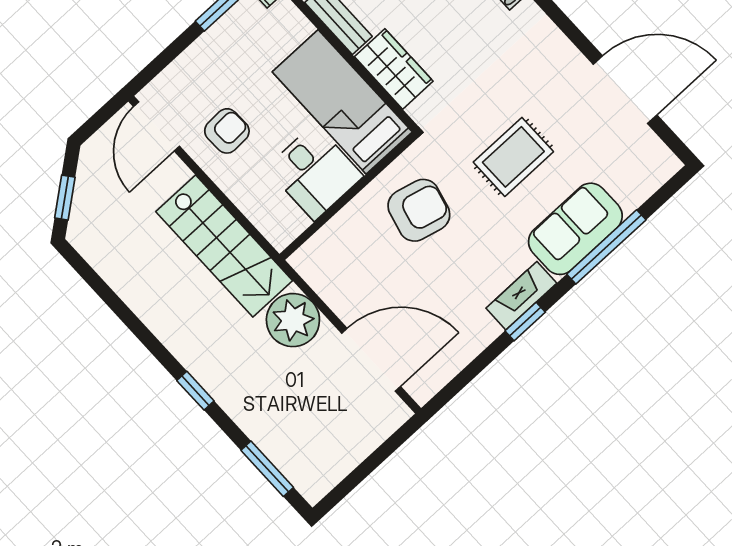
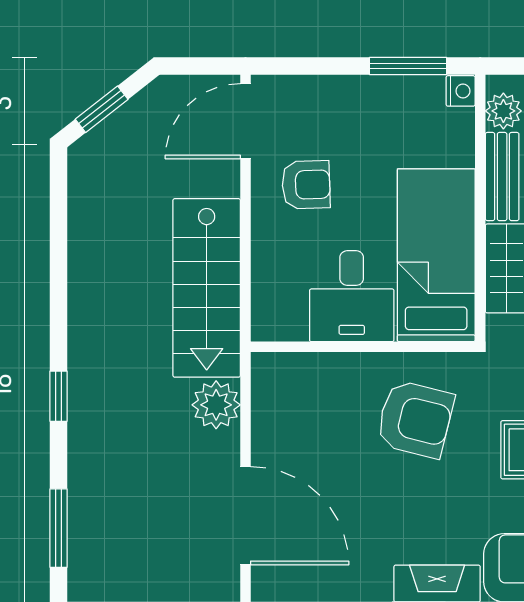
plant: (293, 320) -> (216, 405), width x0.73, depth x0.73

